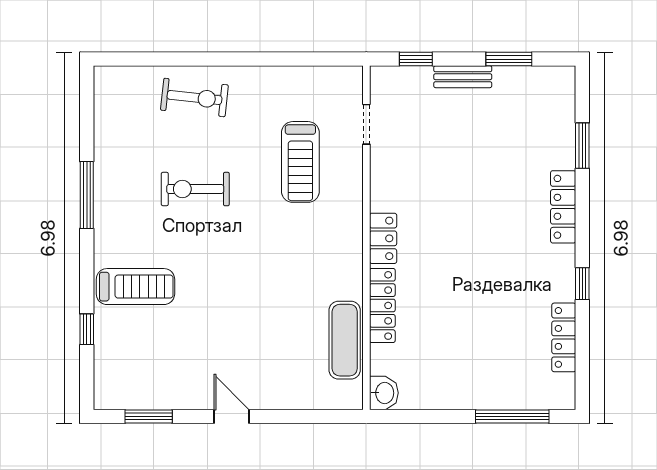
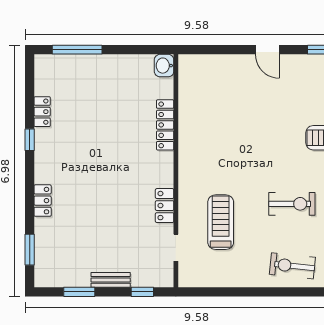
window: (582, 146) -> (30, 250), moved
locker: (563, 207) -> (43, 201), width x0.66
locker: (383, 238) -> (165, 206), moved
locker: (564, 337) -> (42, 112), width x0.66
exercise mat: (345, 340) -> (191, 101), removed

